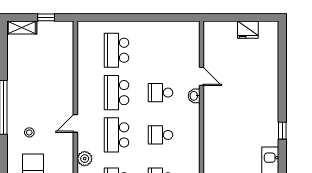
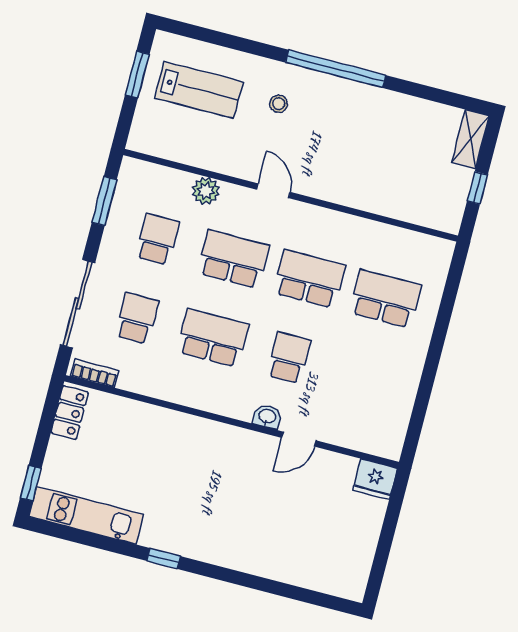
fridge: (248, 30) -> (375, 479), moved, turned -90
school desk: (160, 135) -> (213, 338), width x1.85

